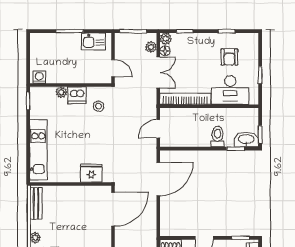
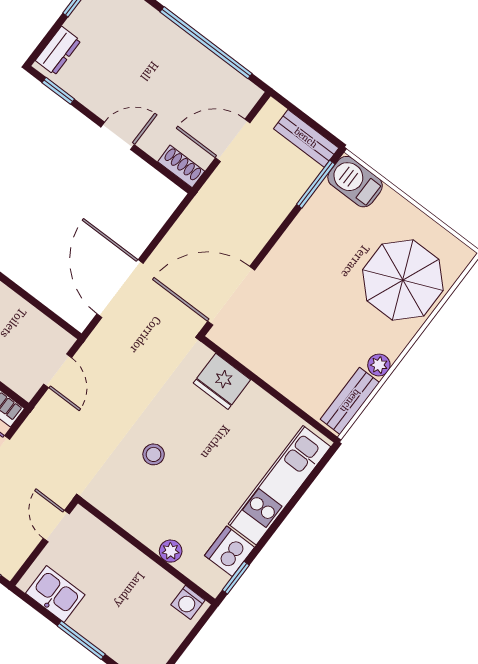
dishwasher: (77, 95) -> (229, 551), moved, turned -90
stool: (98, 106) -> (154, 454), moved
door: (158, 129) -> (58, 371), hinge flipped
door: (158, 179) -> (120, 289), hinge flipped
plant: (35, 238) -> (379, 365), moved

